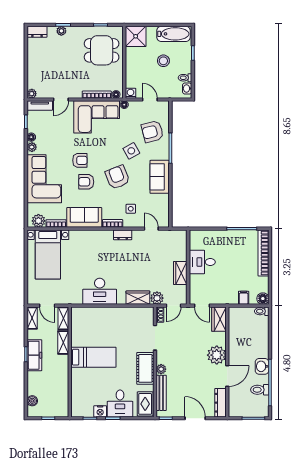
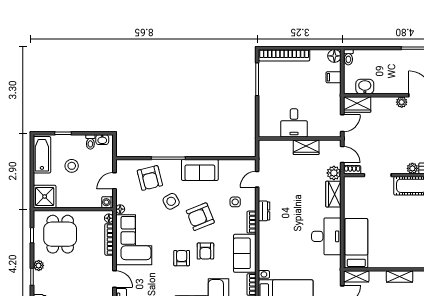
plant: (61, 31) -> (39, 265), moved
shelving: (63, 342) -> (400, 277), moved
plant: (217, 355) -> (402, 102), width x0.53, depth x0.53
bed: (93, 357) -> (356, 243), moved
washbasin: (262, 366) -> (365, 86), moved, turned 180

